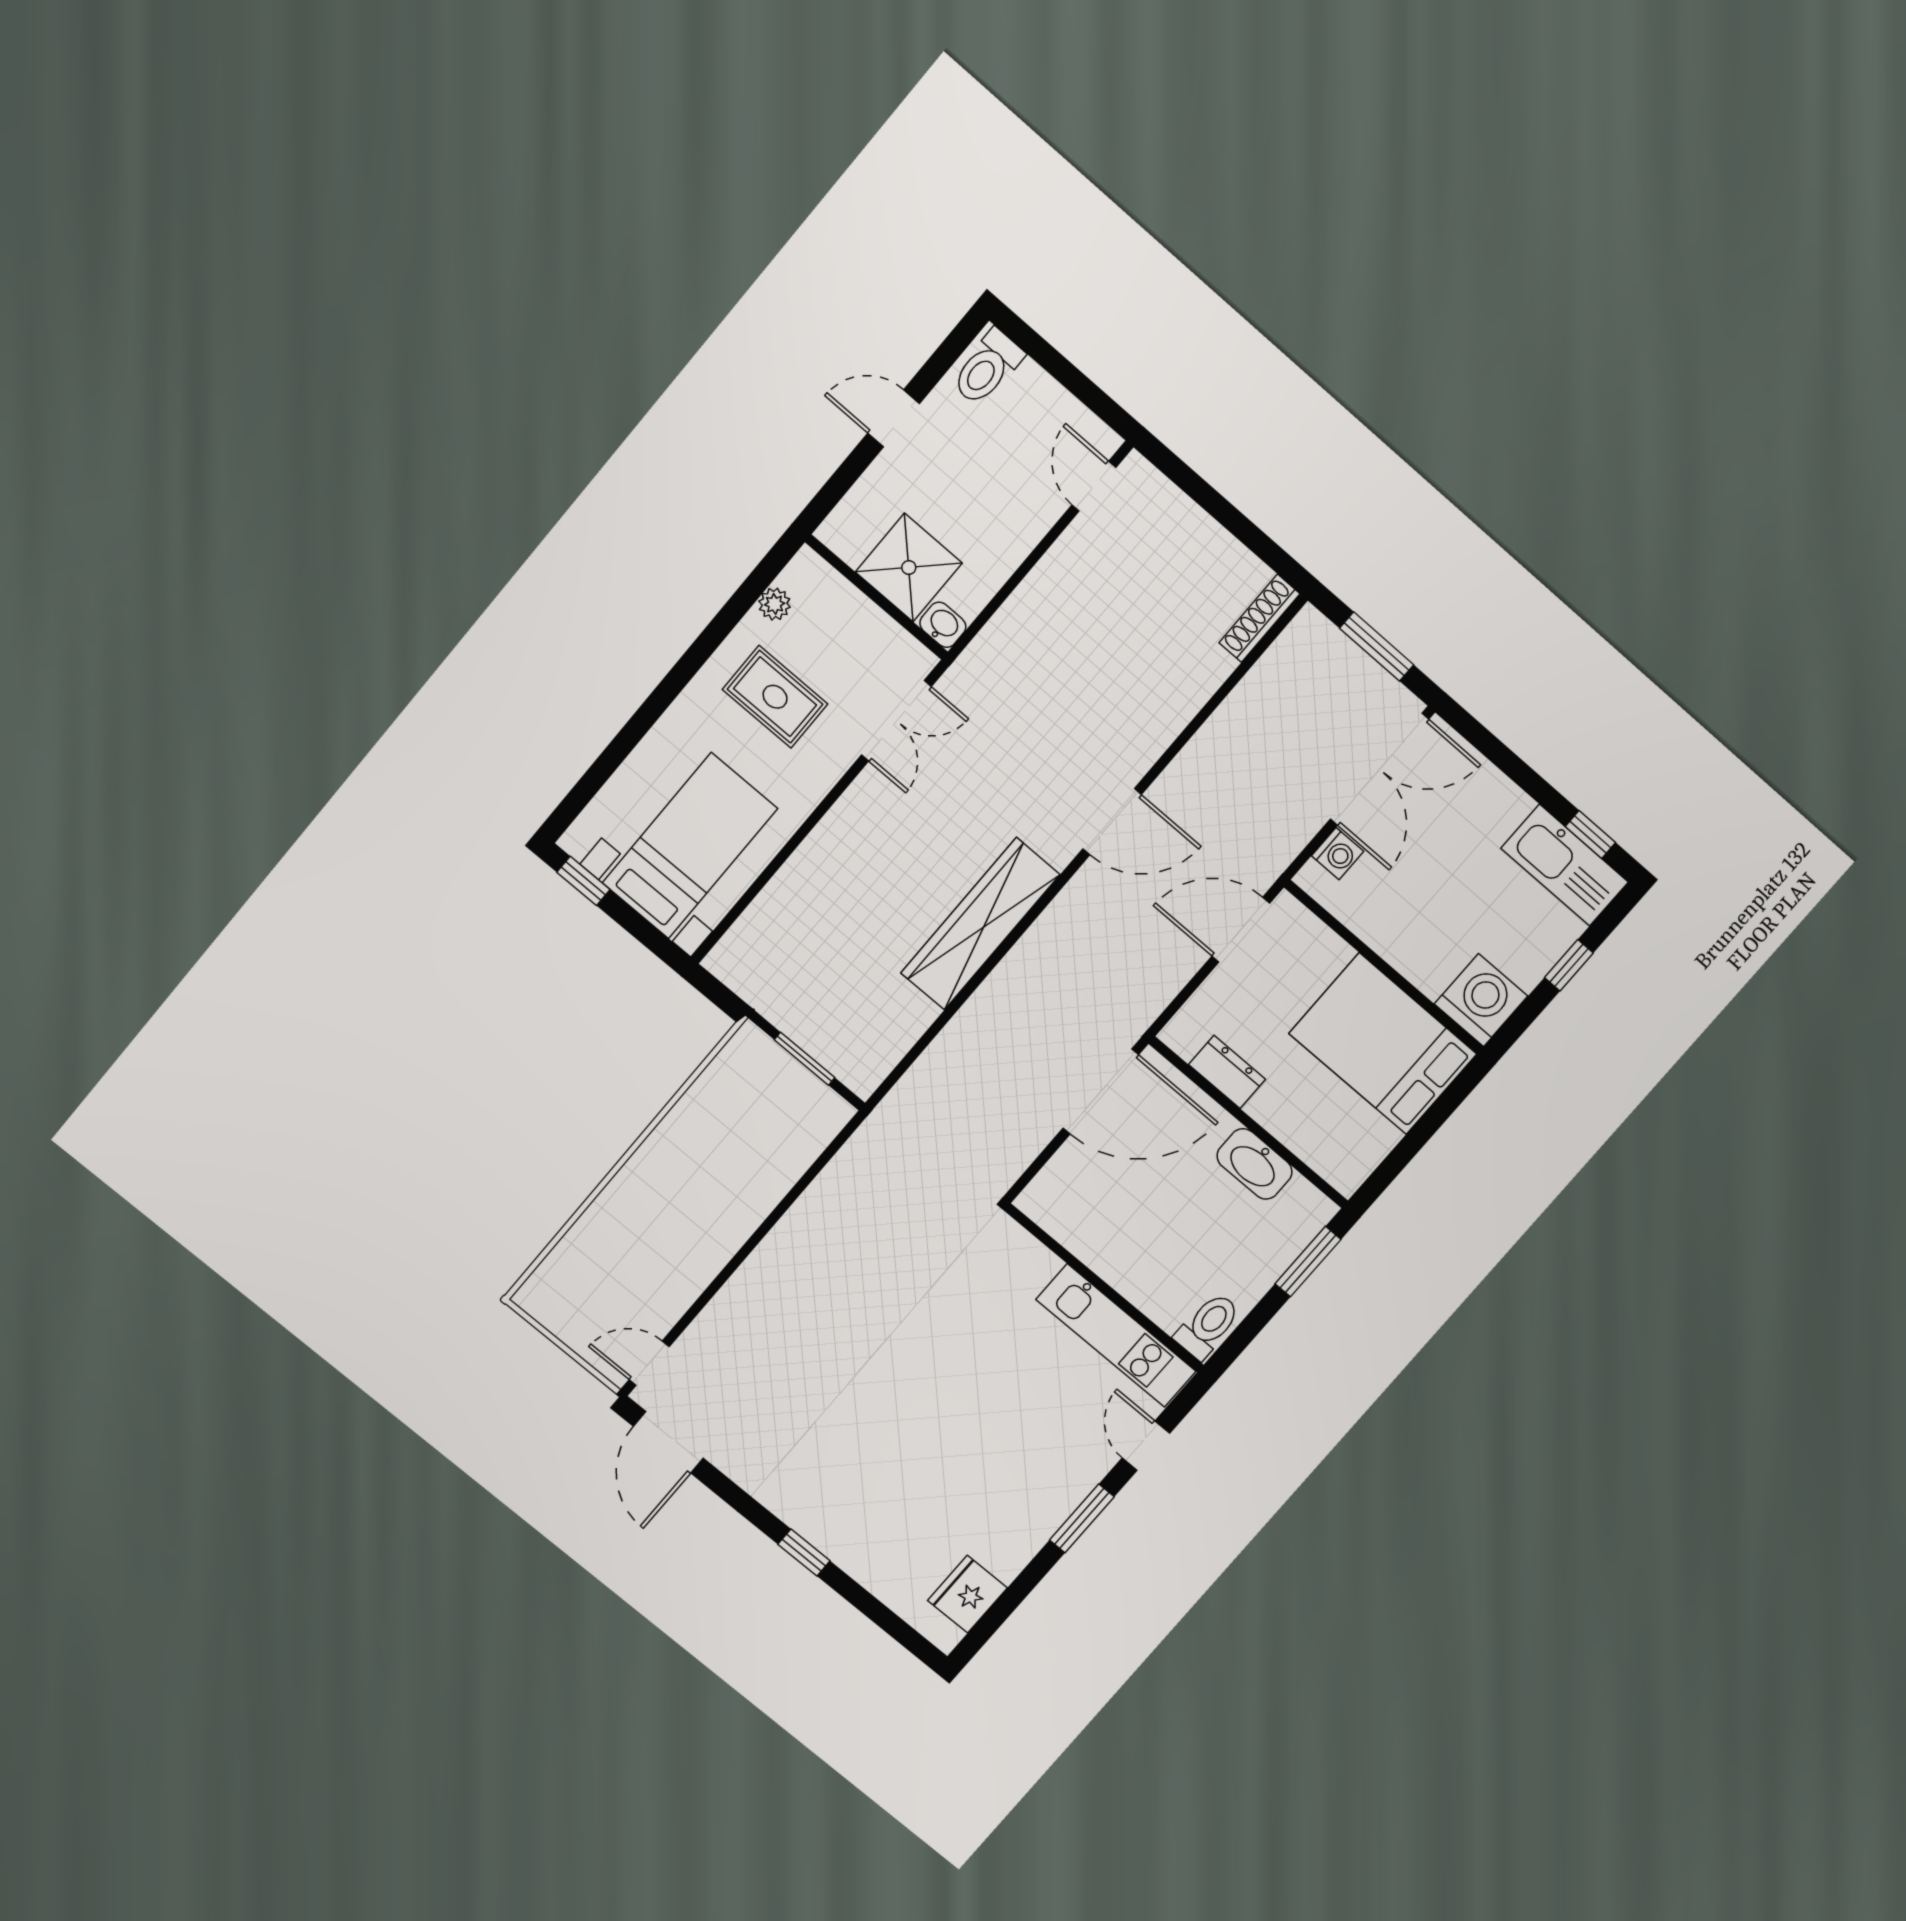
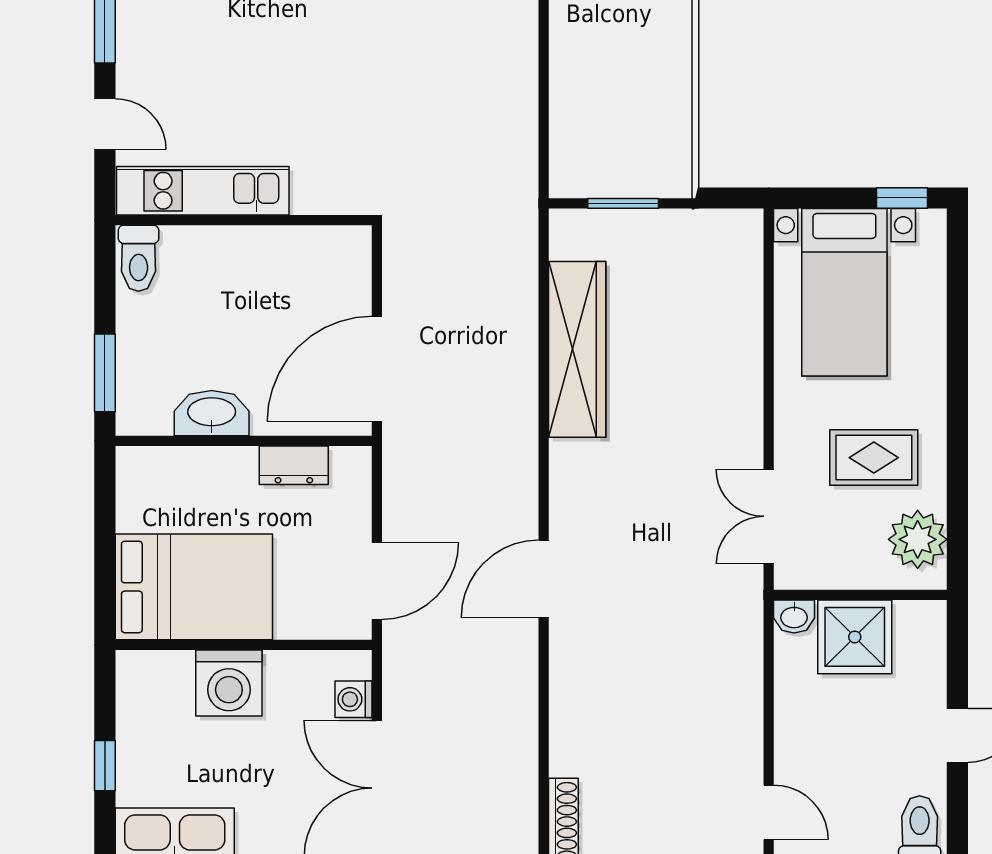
plant: (775, 604) -> (918, 539), width x1.88, depth x1.88
wardrobe: (980, 924) -> (577, 349), moved
washing machine: (1481, 1000) -> (229, 683), moved

